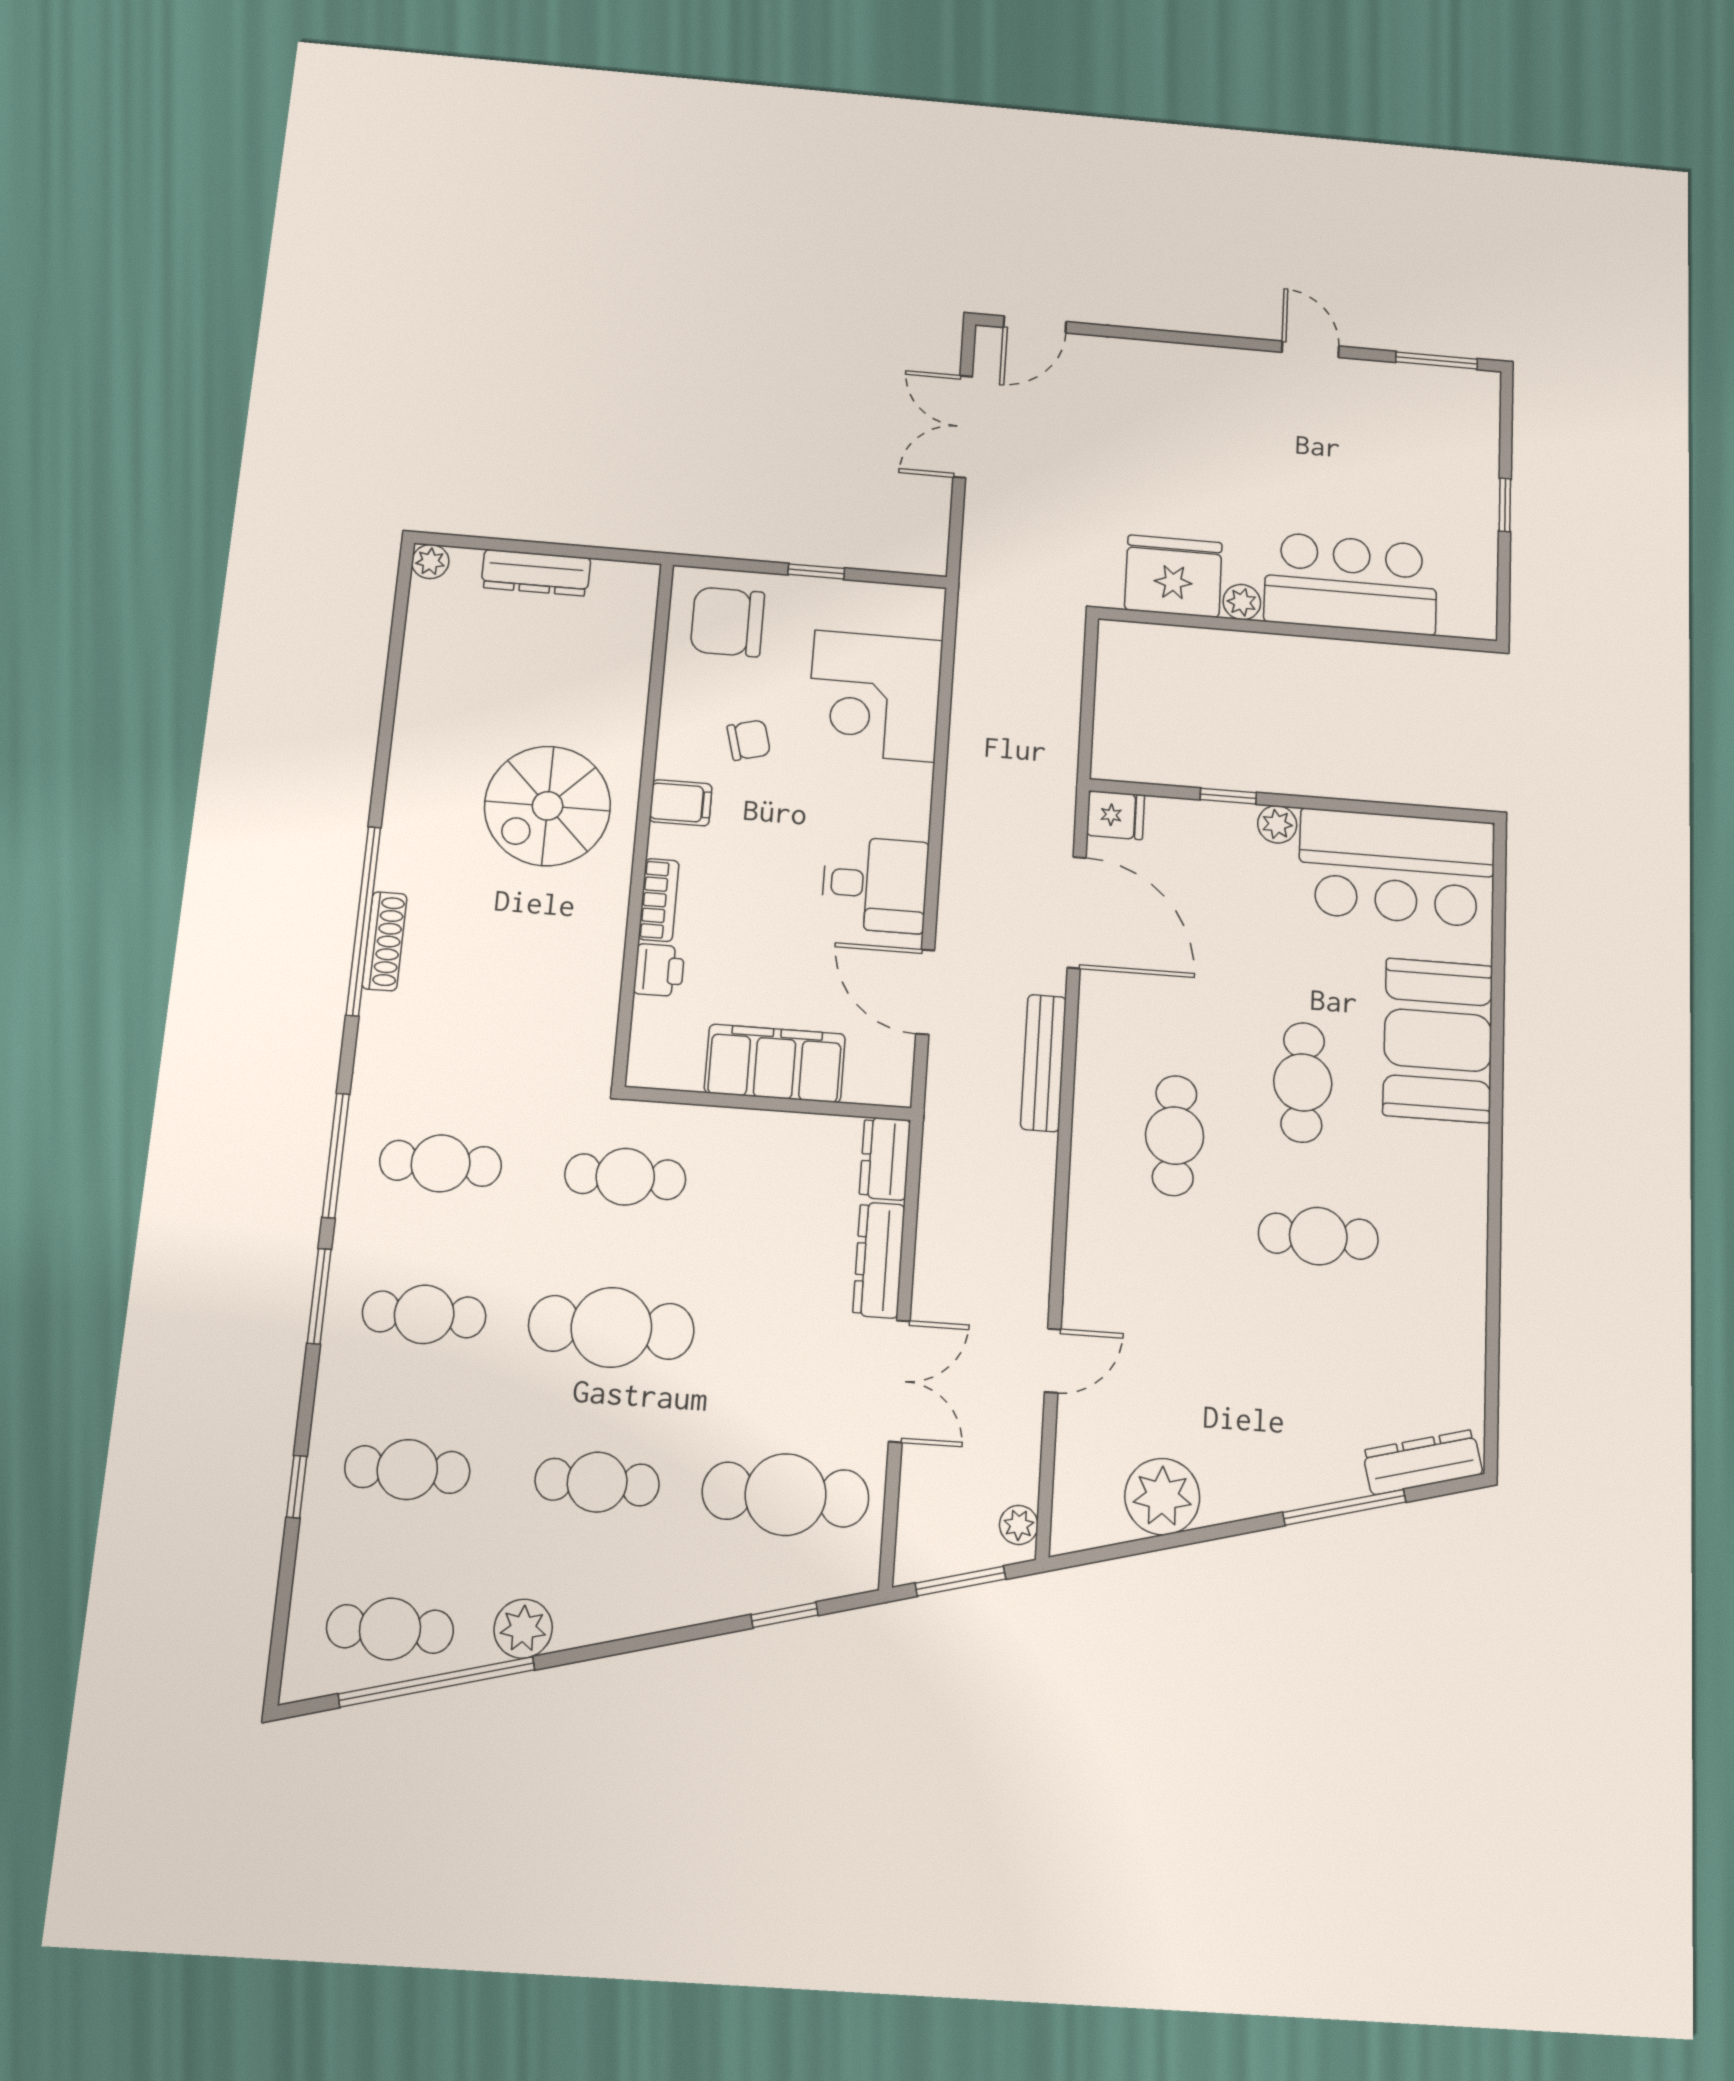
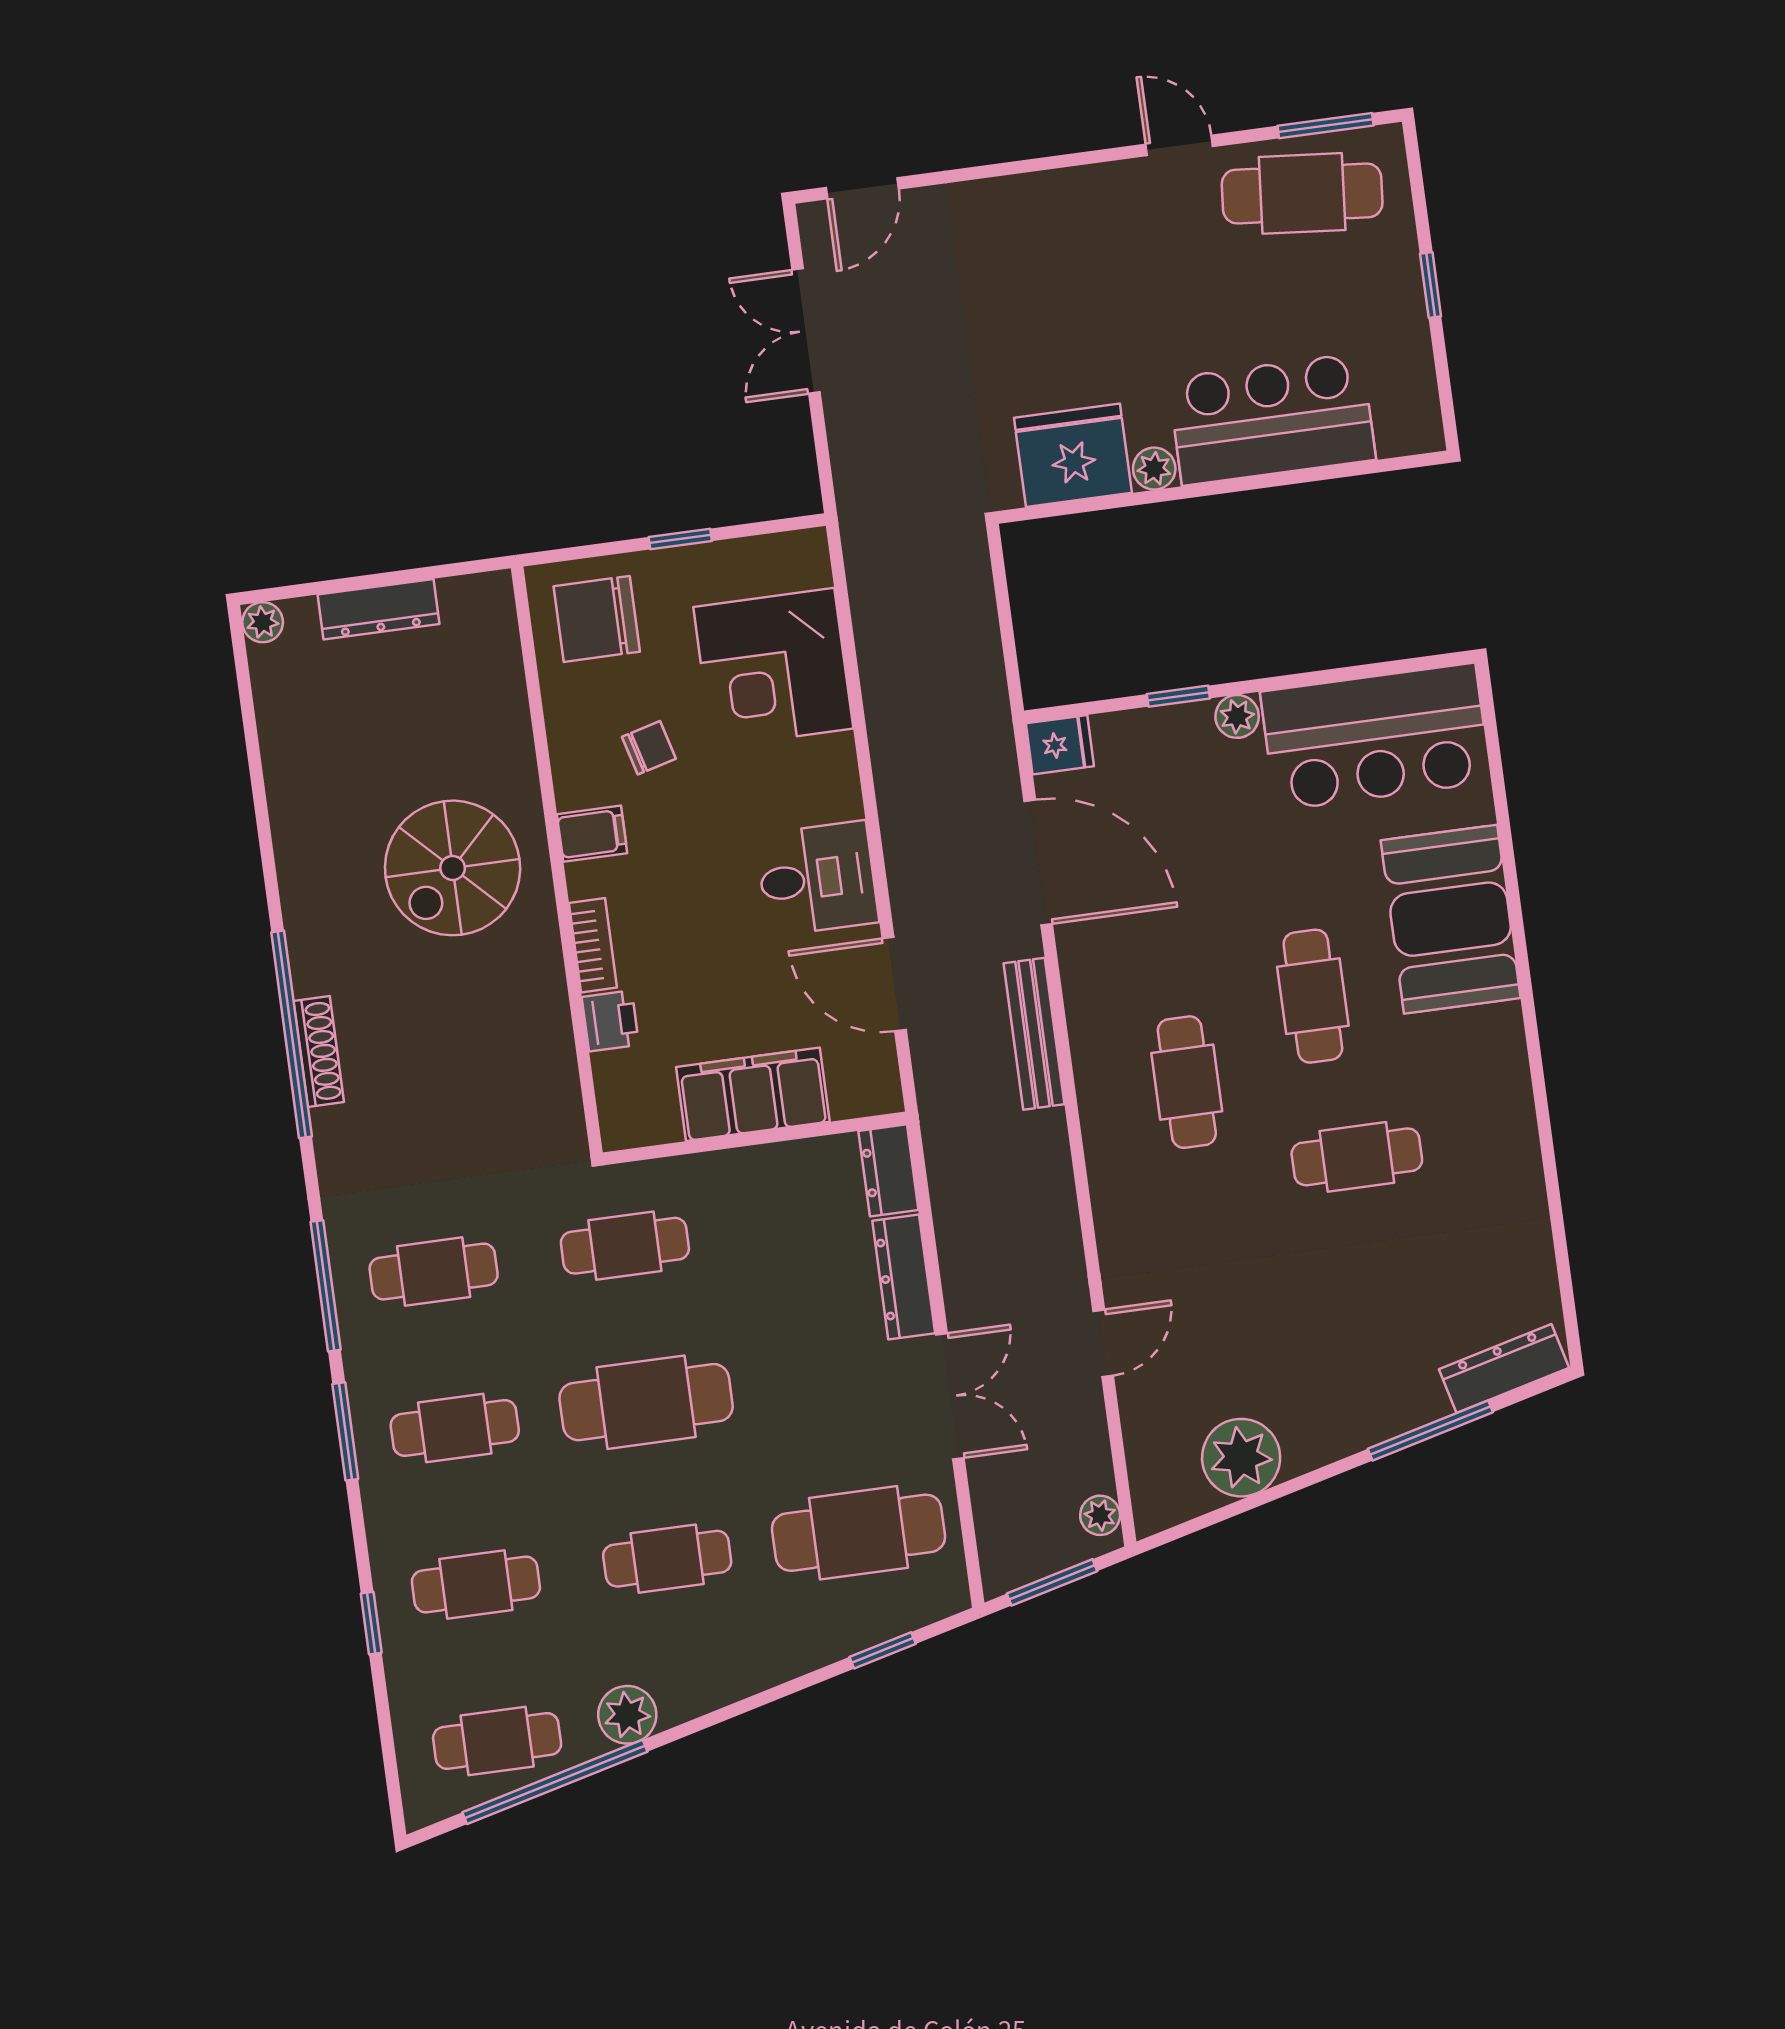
cafe table: (1408, 409) -> (1302, 193), added

